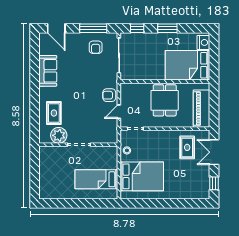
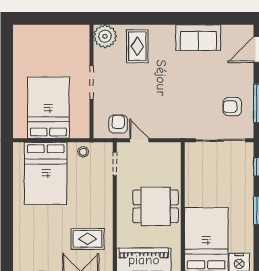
armchair: (109, 95) -> (118, 124), moved
rug: (54, 113) -> (137, 46), turned 90
plant: (59, 135) -> (105, 36), moved
bed: (96, 179) -> (48, 108), width x1.50

